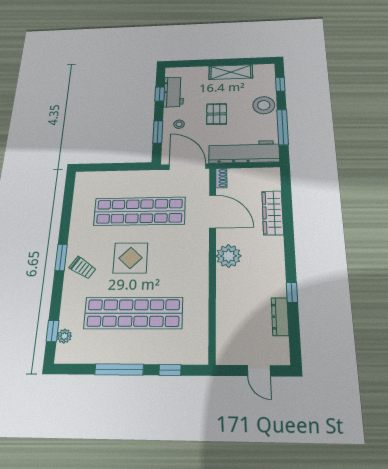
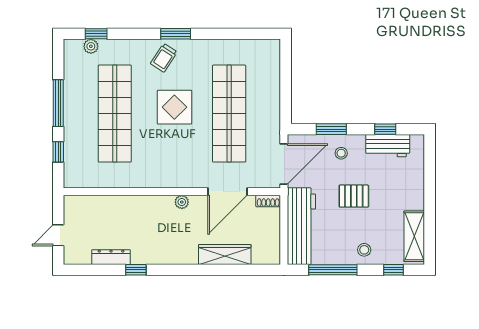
shelving: (231, 72) -> (414, 236), moved
stool: (264, 105) -> (364, 250), width x0.53, depth x0.53
plant: (229, 256) -> (182, 202), width x0.53, depth x0.53

